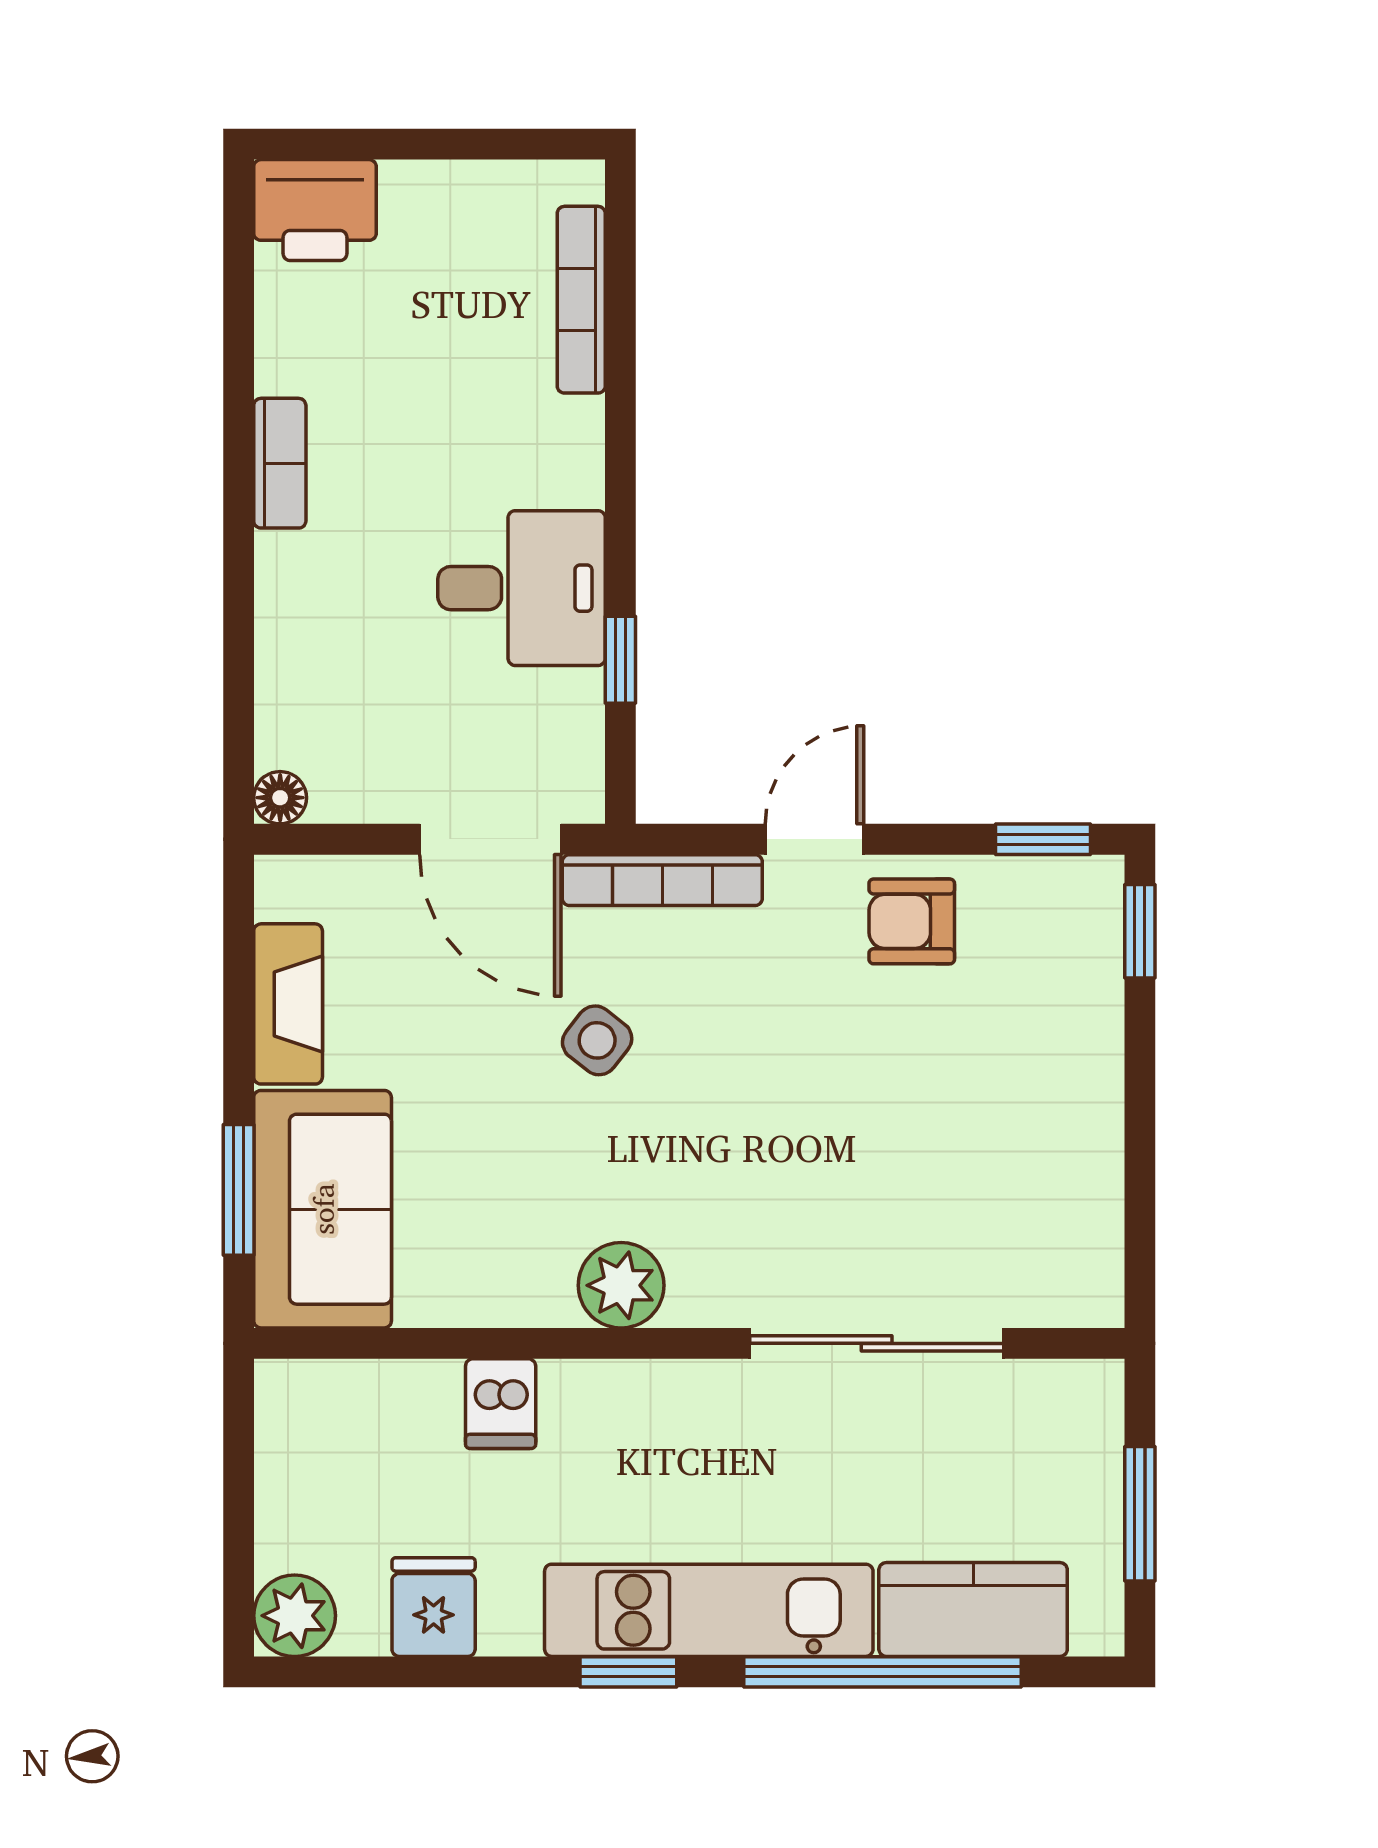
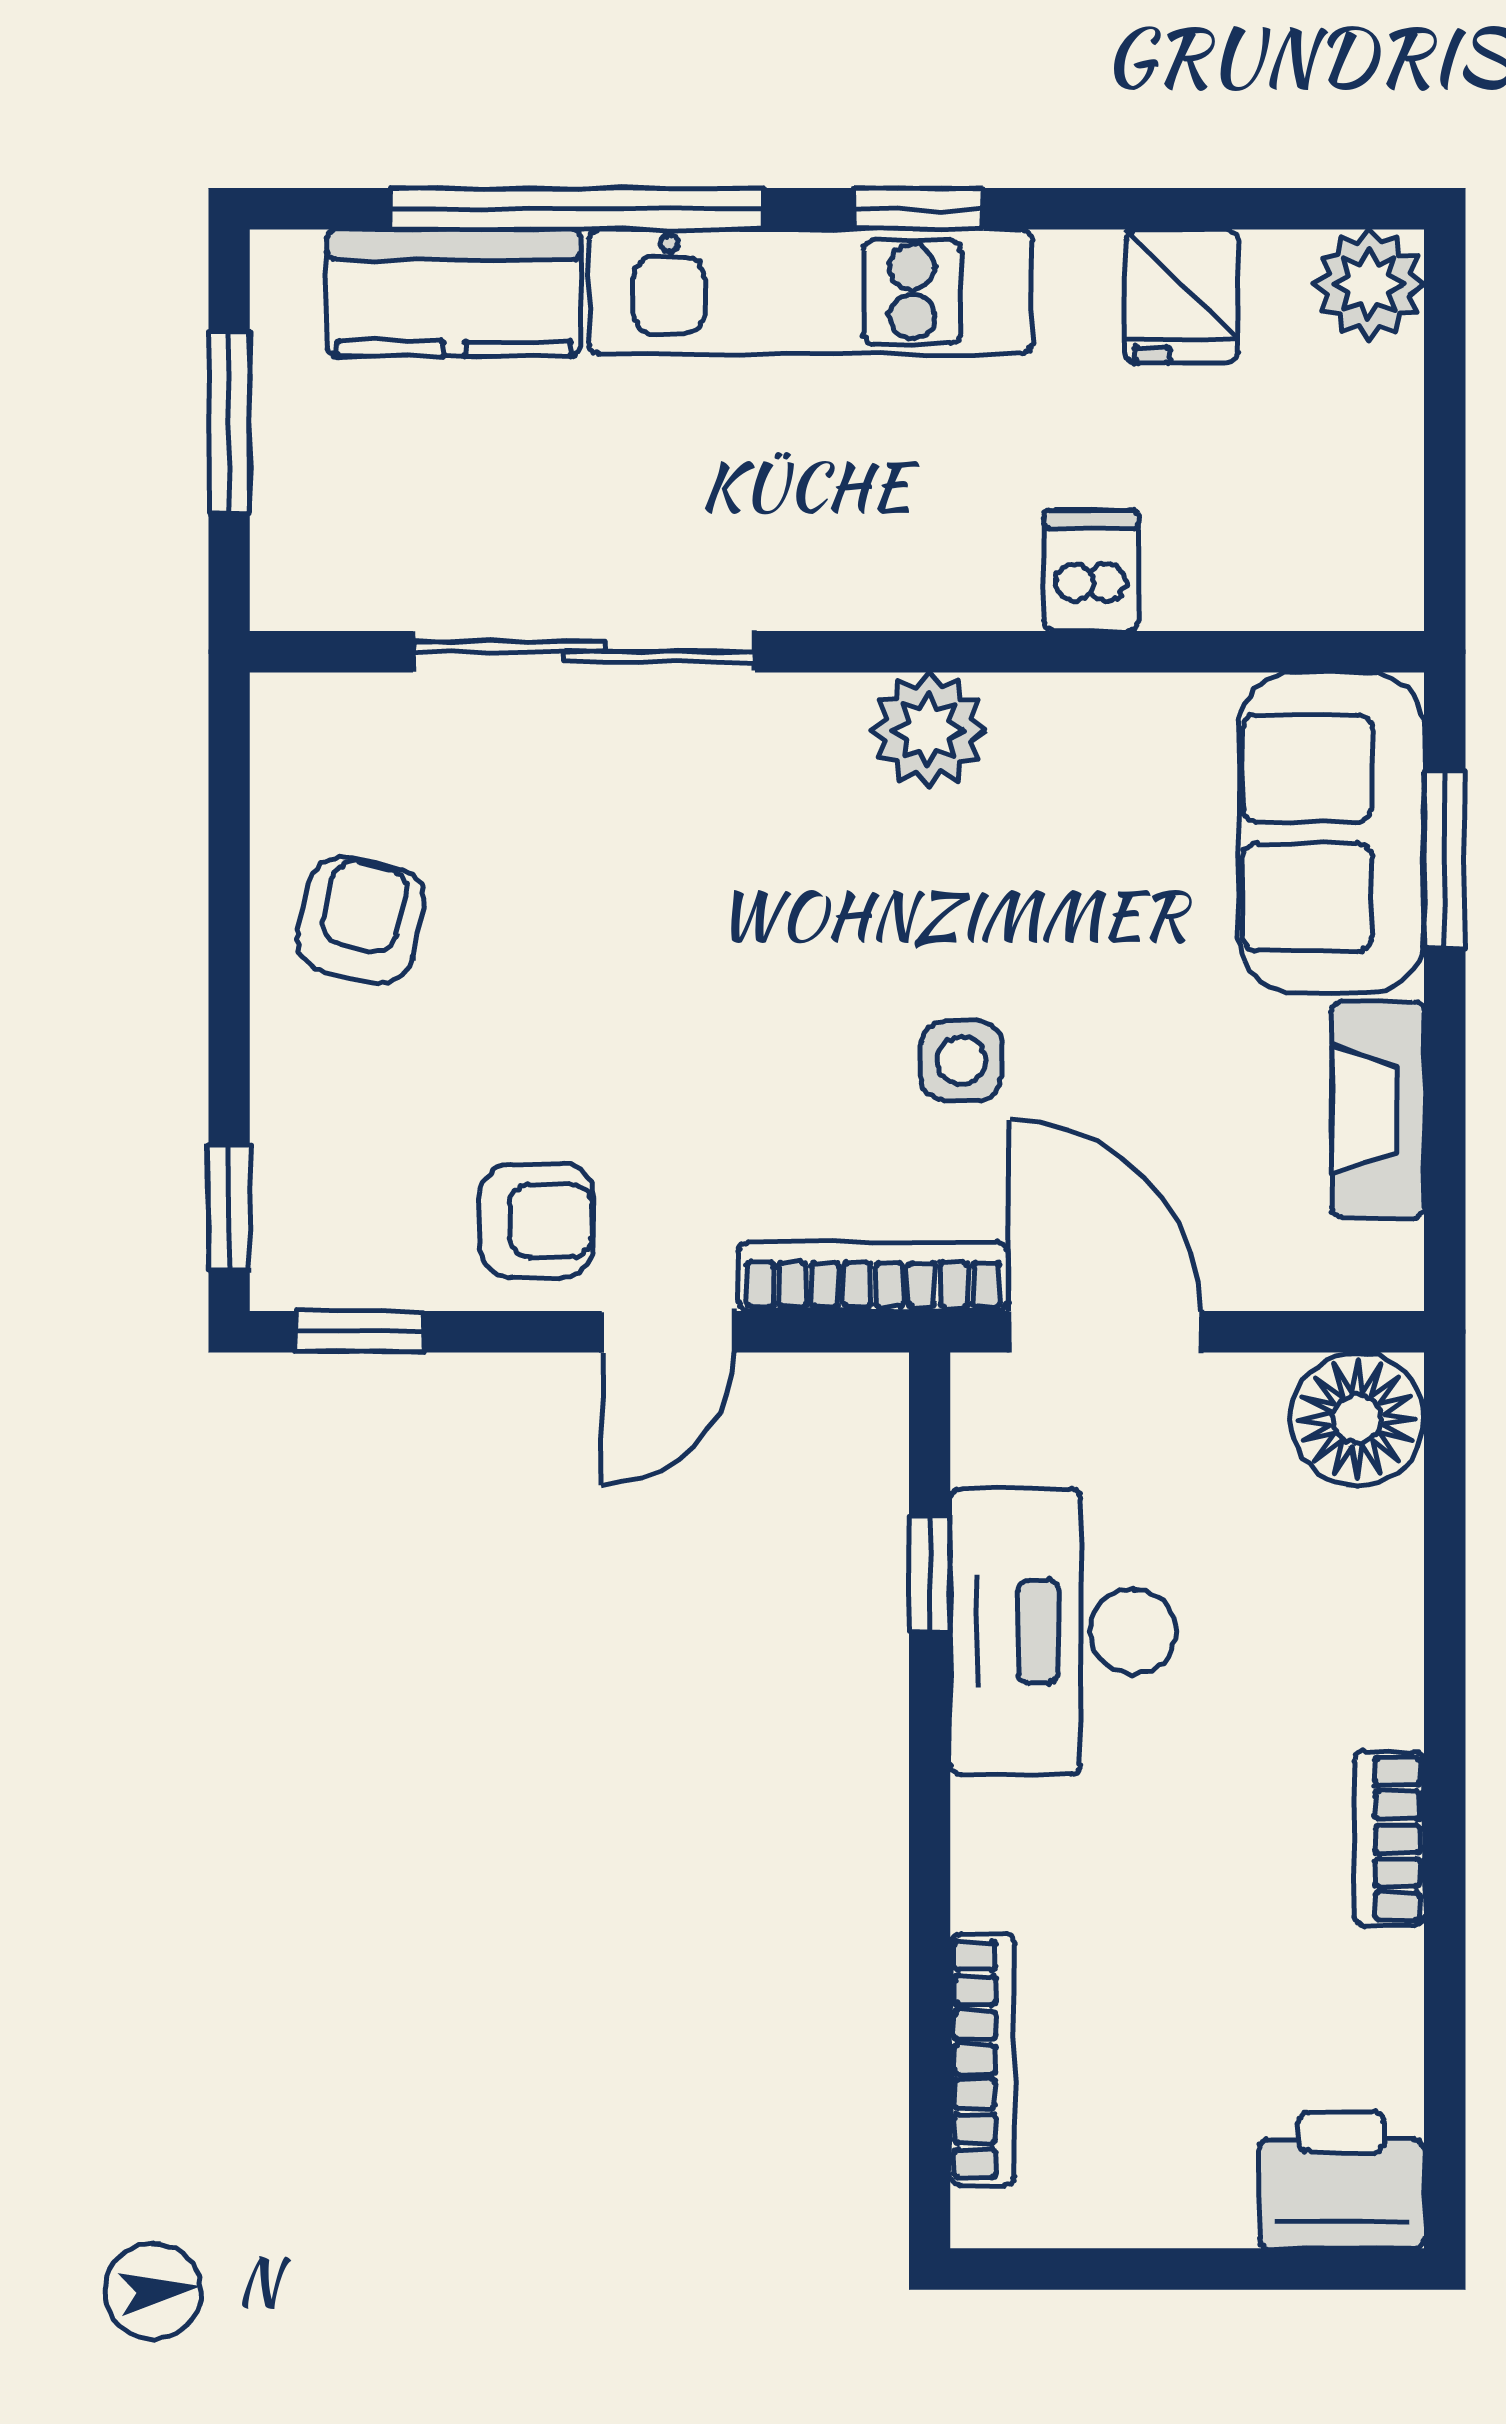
desk: (522, 588) -> (1063, 1631), width x1.37
floor lamp: (280, 798) -> (1357, 1419), width x1.89, depth x1.89
side table: (597, 1040) -> (961, 1060), turned -38
armchair: (1042, 1145) -> (361, 920), added

